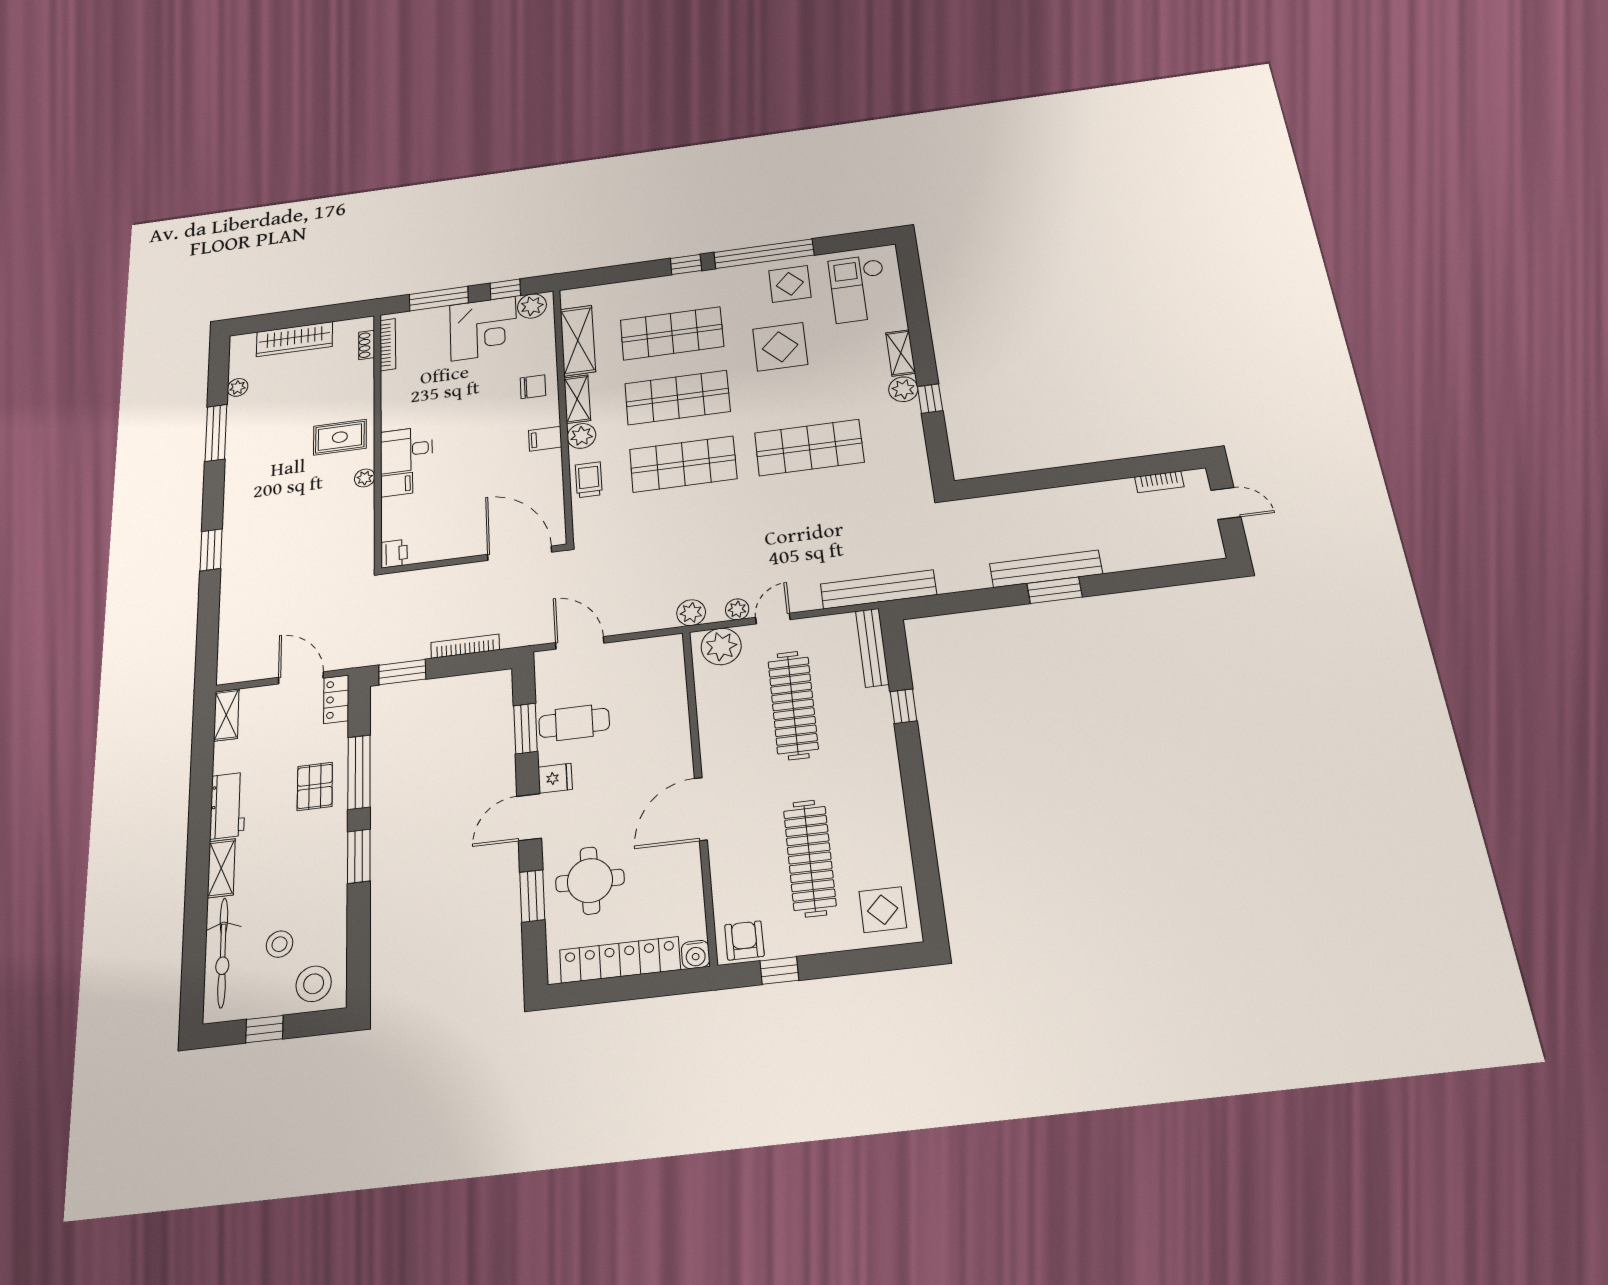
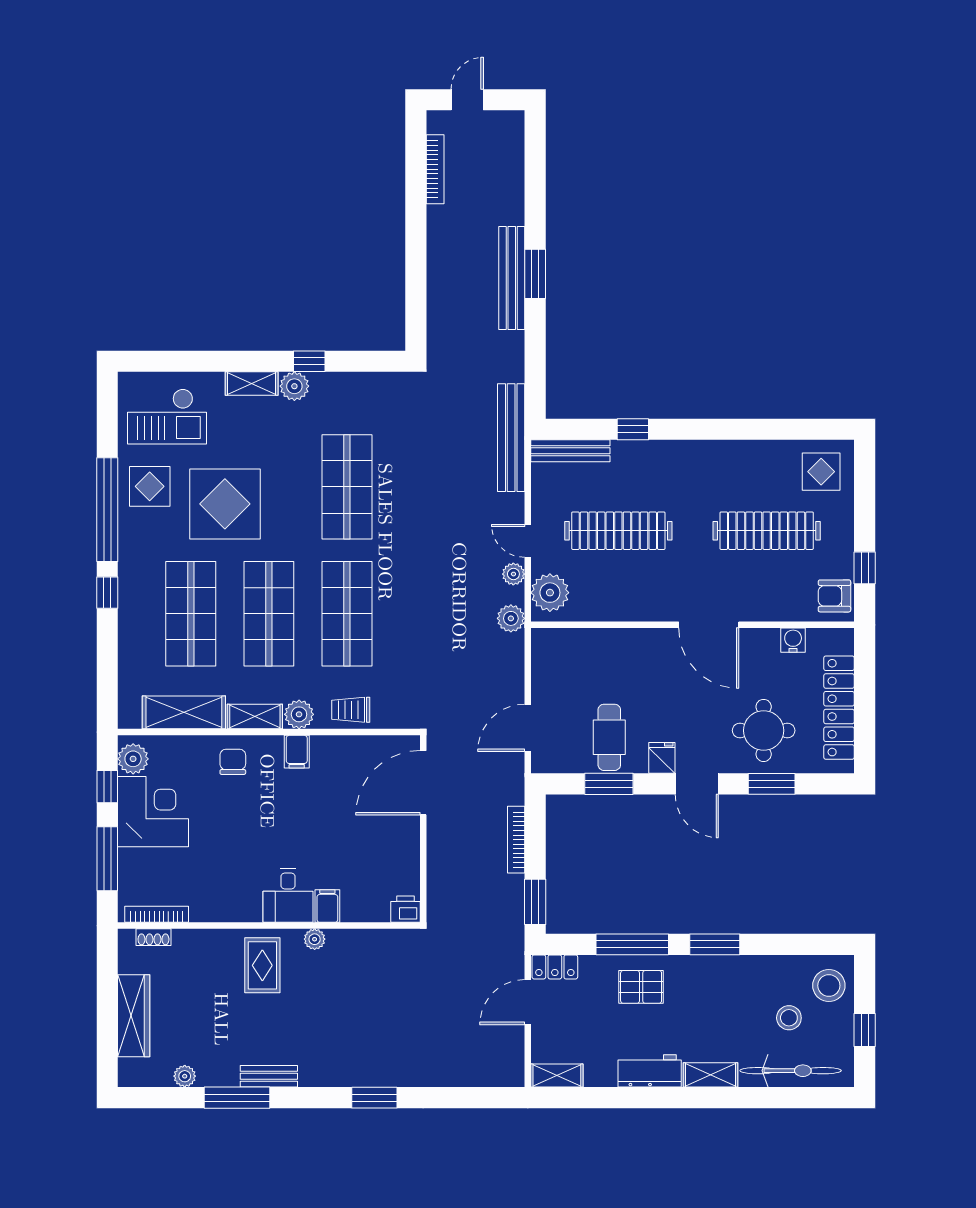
display table: (780, 347) -> (225, 504), width x1.36, depth x1.36
bench: (235, 457) -> (269, 1076), added
bookcase: (1159, 482) -> (435, 169), width x1.56
water cooler: (696, 954) -> (793, 640), moved, turned -90

